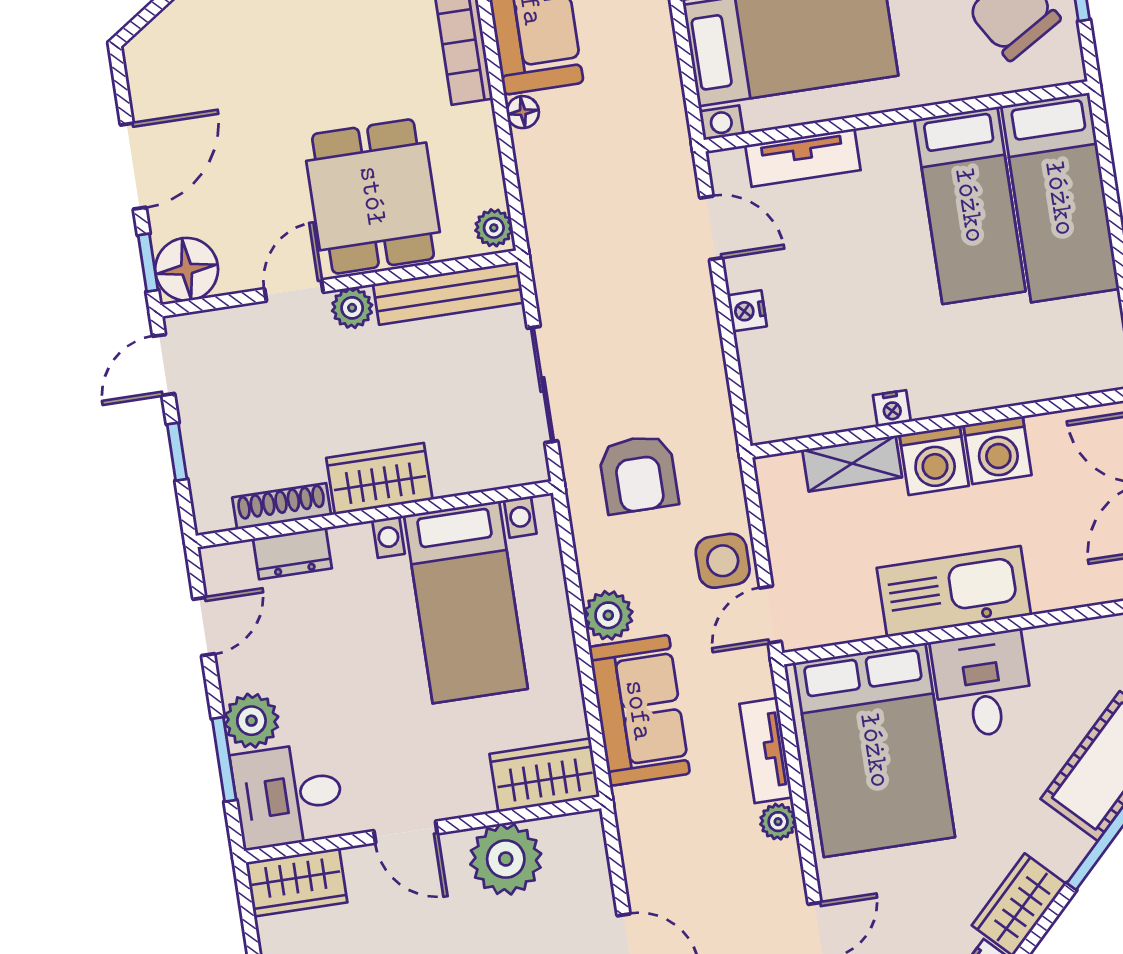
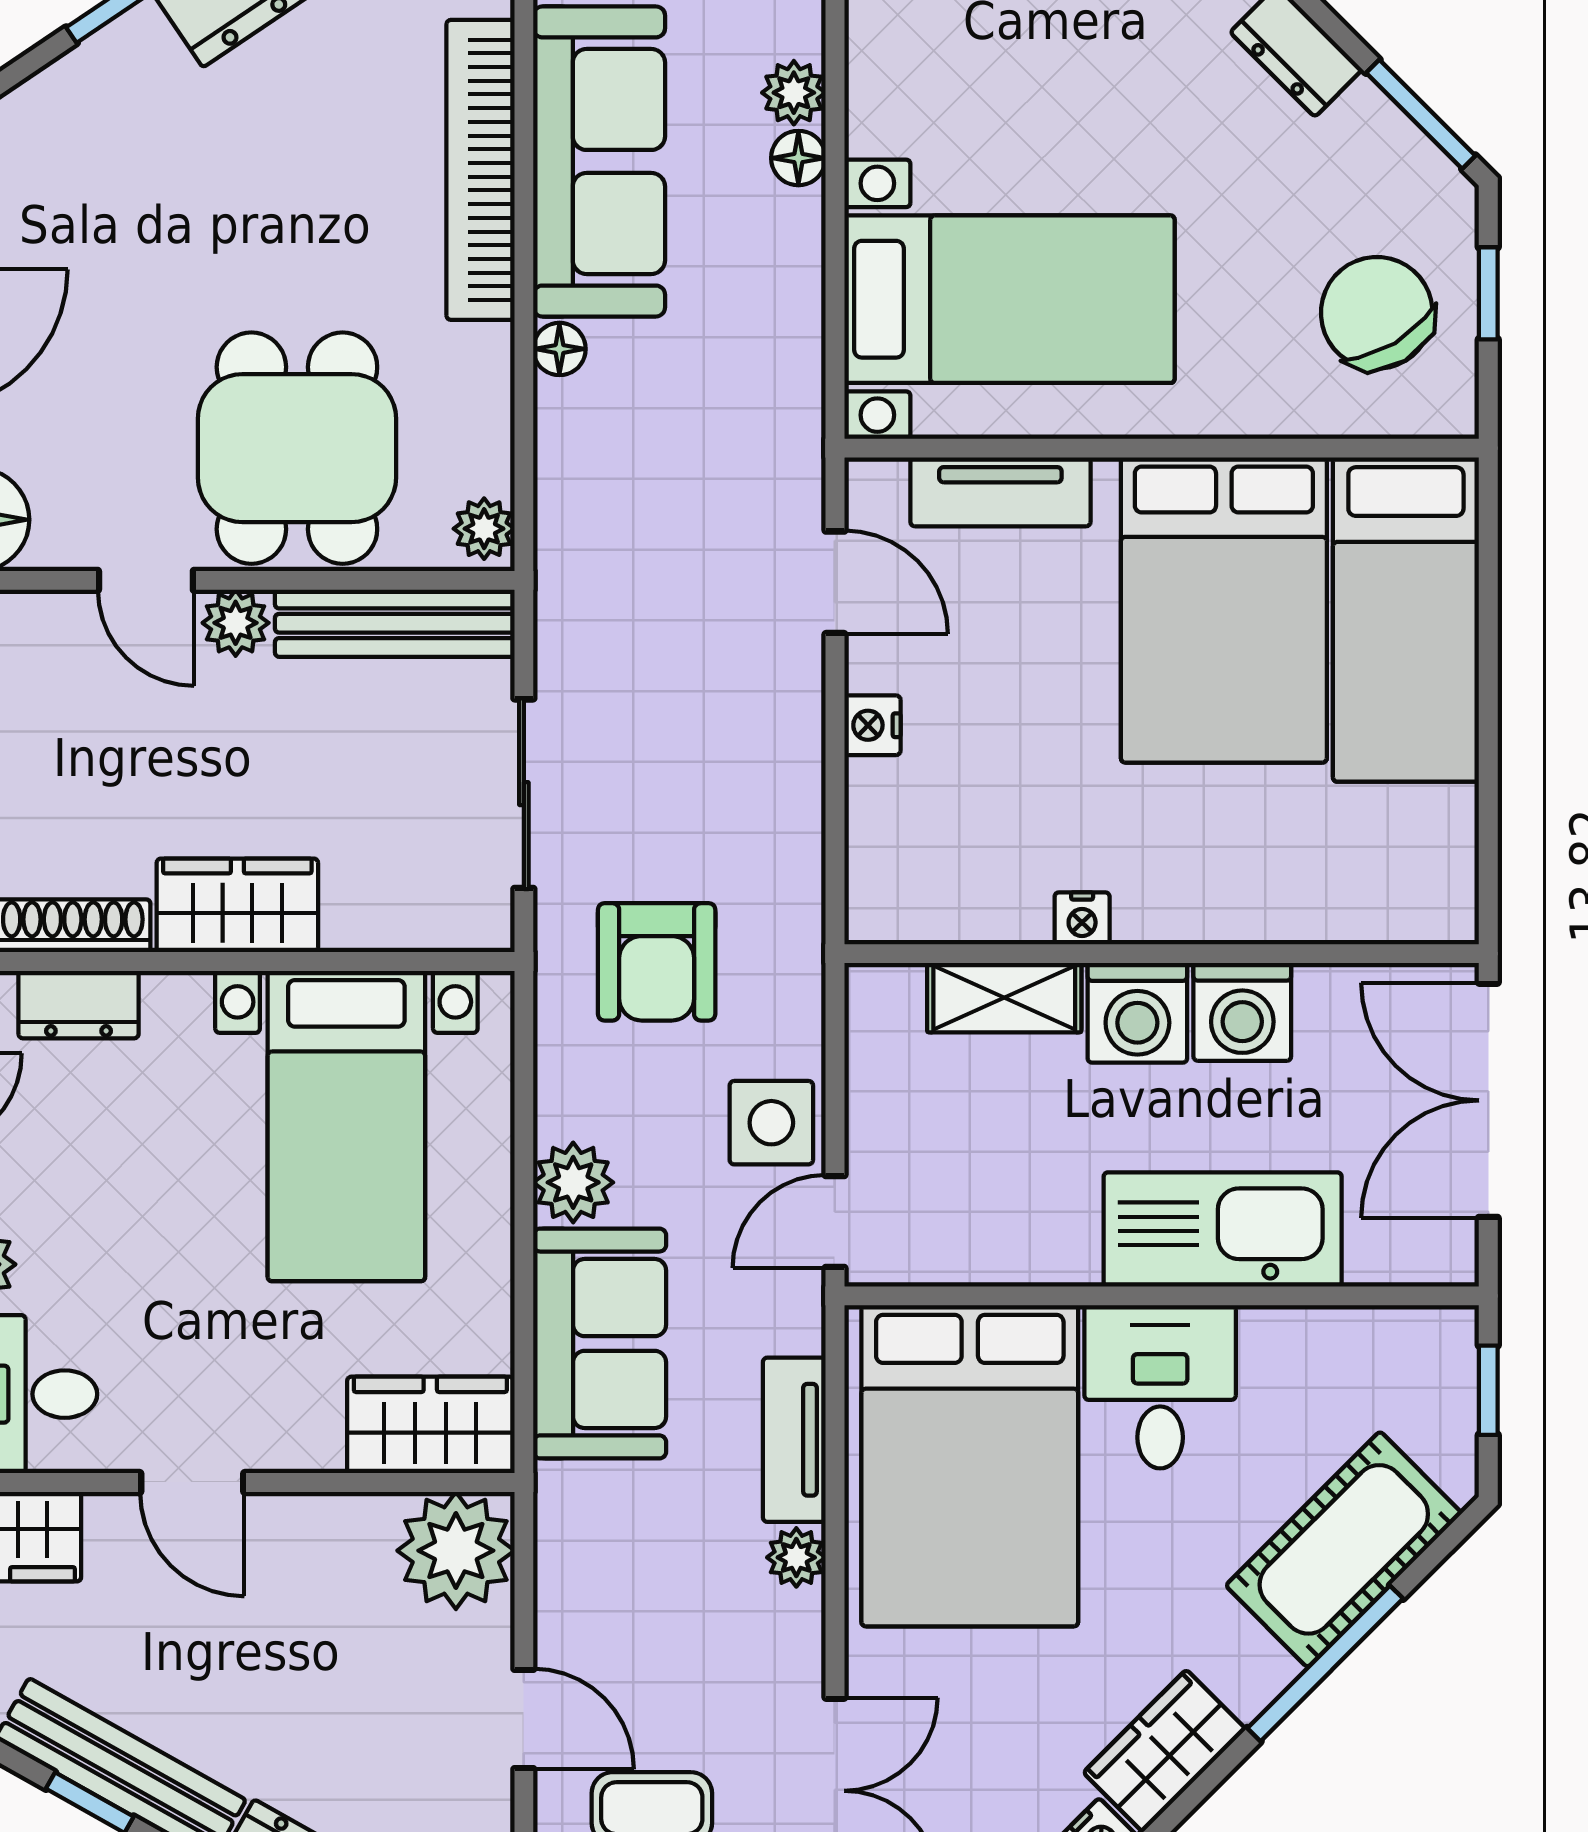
bed: (970, 205) -> (1224, 610), width x1.50
door: (294, 290) -> (146, 580), swing flipped
kitchen sink: (954, 592) -> (1223, 1229), moved
plant: (506, 859) -> (456, 1551), moved

